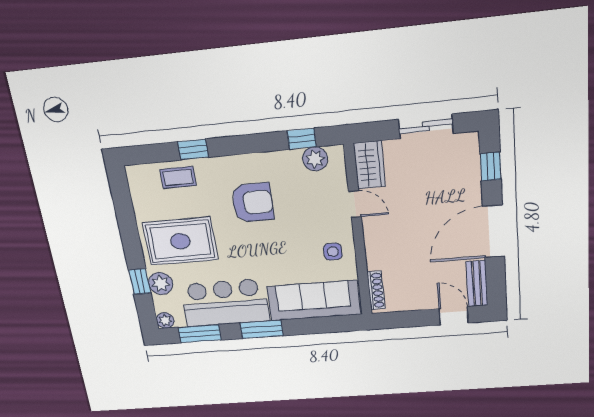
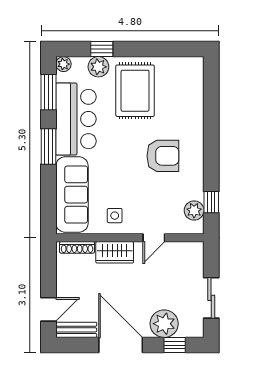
window: (193, 150) -> (211, 115), removed
wardrobe: (369, 165) -> (115, 252), moved
coffee table: (178, 178) -> (190, 99), removed
plant: (463, 182) -> (164, 324), added
armchair: (253, 203) -> (163, 156), turned -90

